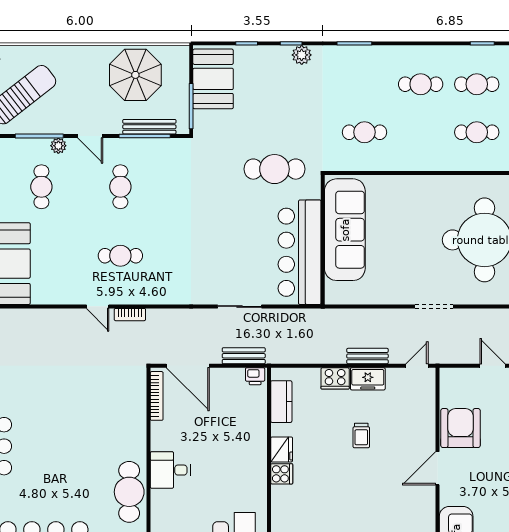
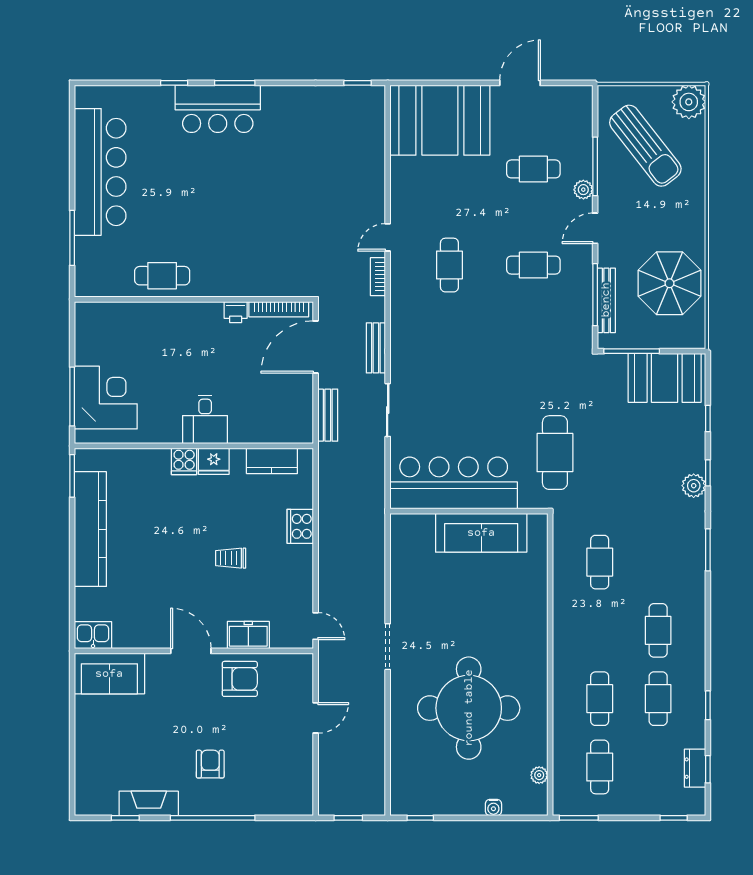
sofa: (345, 230) -> (481, 533), width x0.74, depth x0.79
bench: (367, 356) -> (376, 348), moved
printer: (255, 376) -> (236, 312), moved, turned -90
freezer: (368, 379) -> (248, 635), moved, turned 90
armchair: (461, 428) -> (240, 679), width x0.73, depth x0.73
desk: (170, 470) -> (205, 419), moved, turned 180
cafe table: (129, 492) -> (162, 276), width x0.73, depth x0.74

